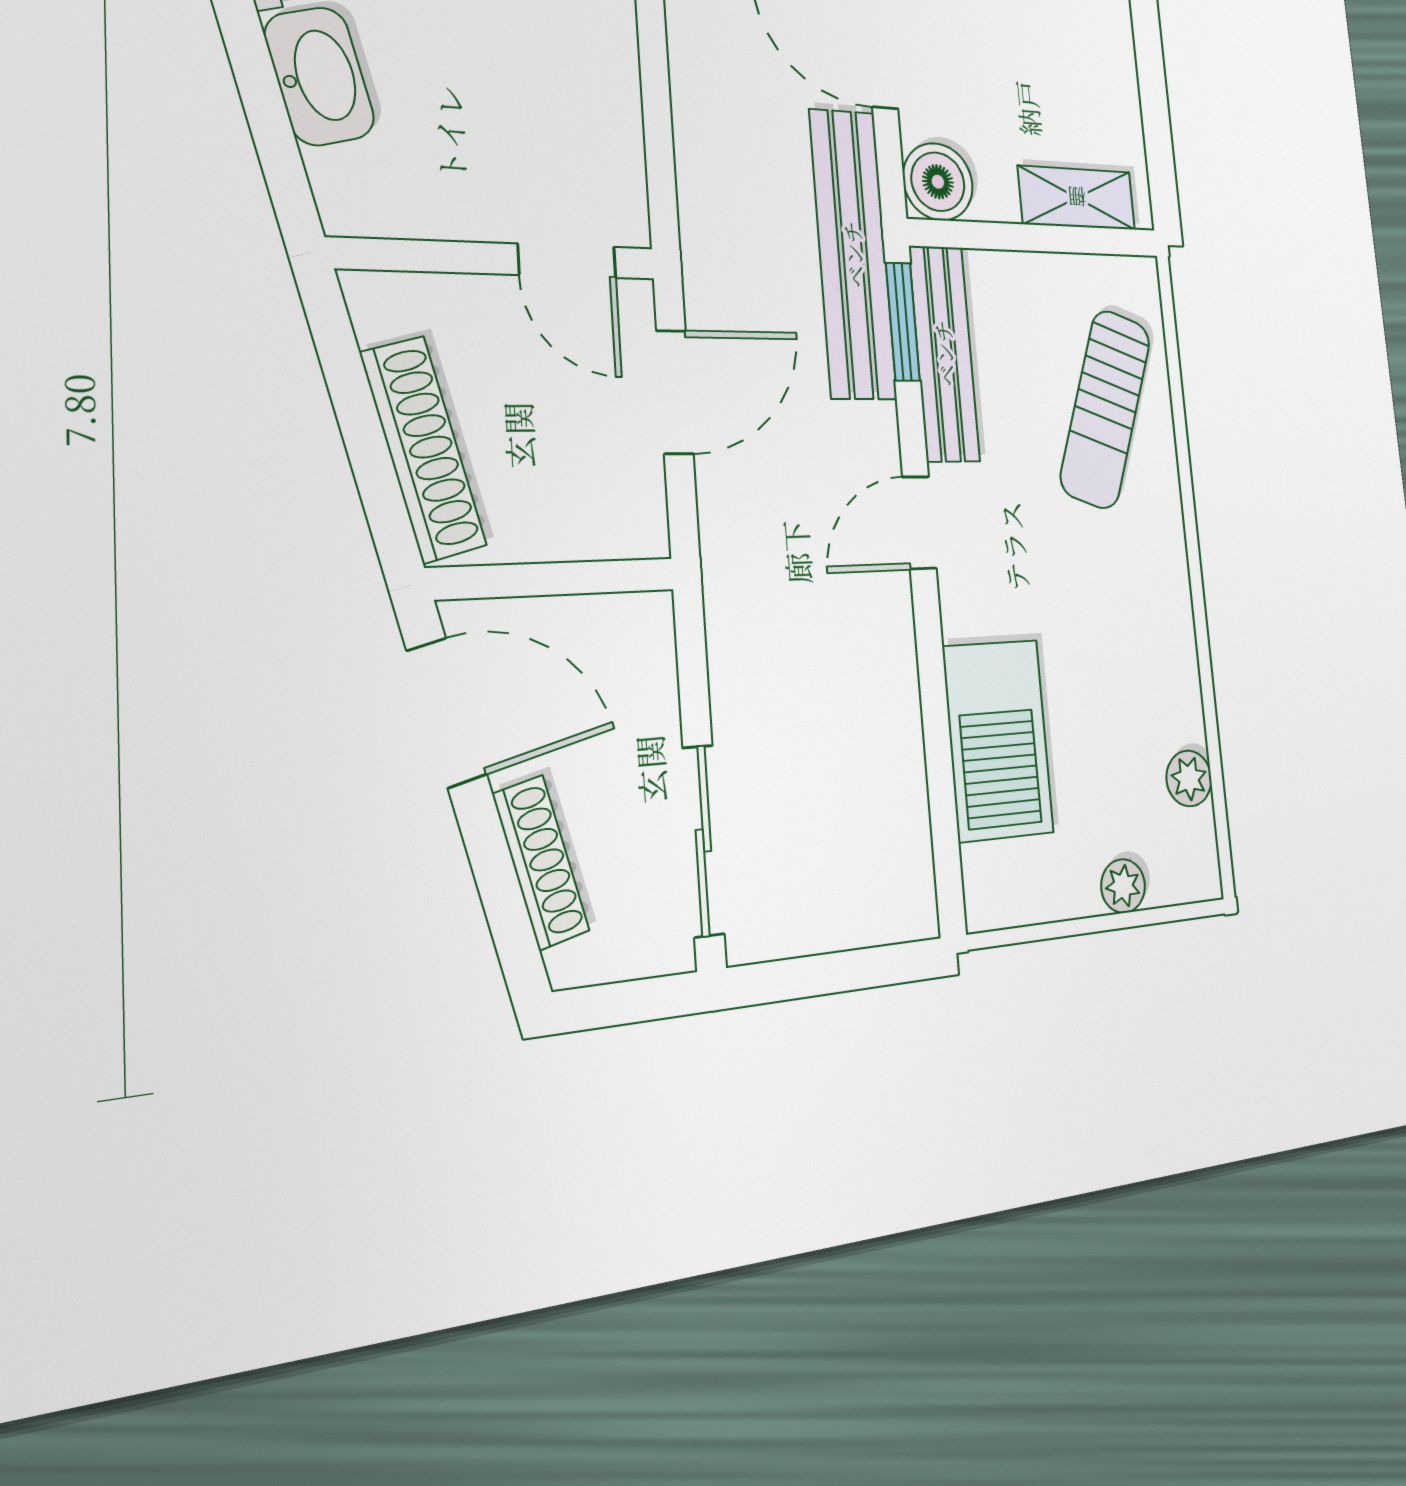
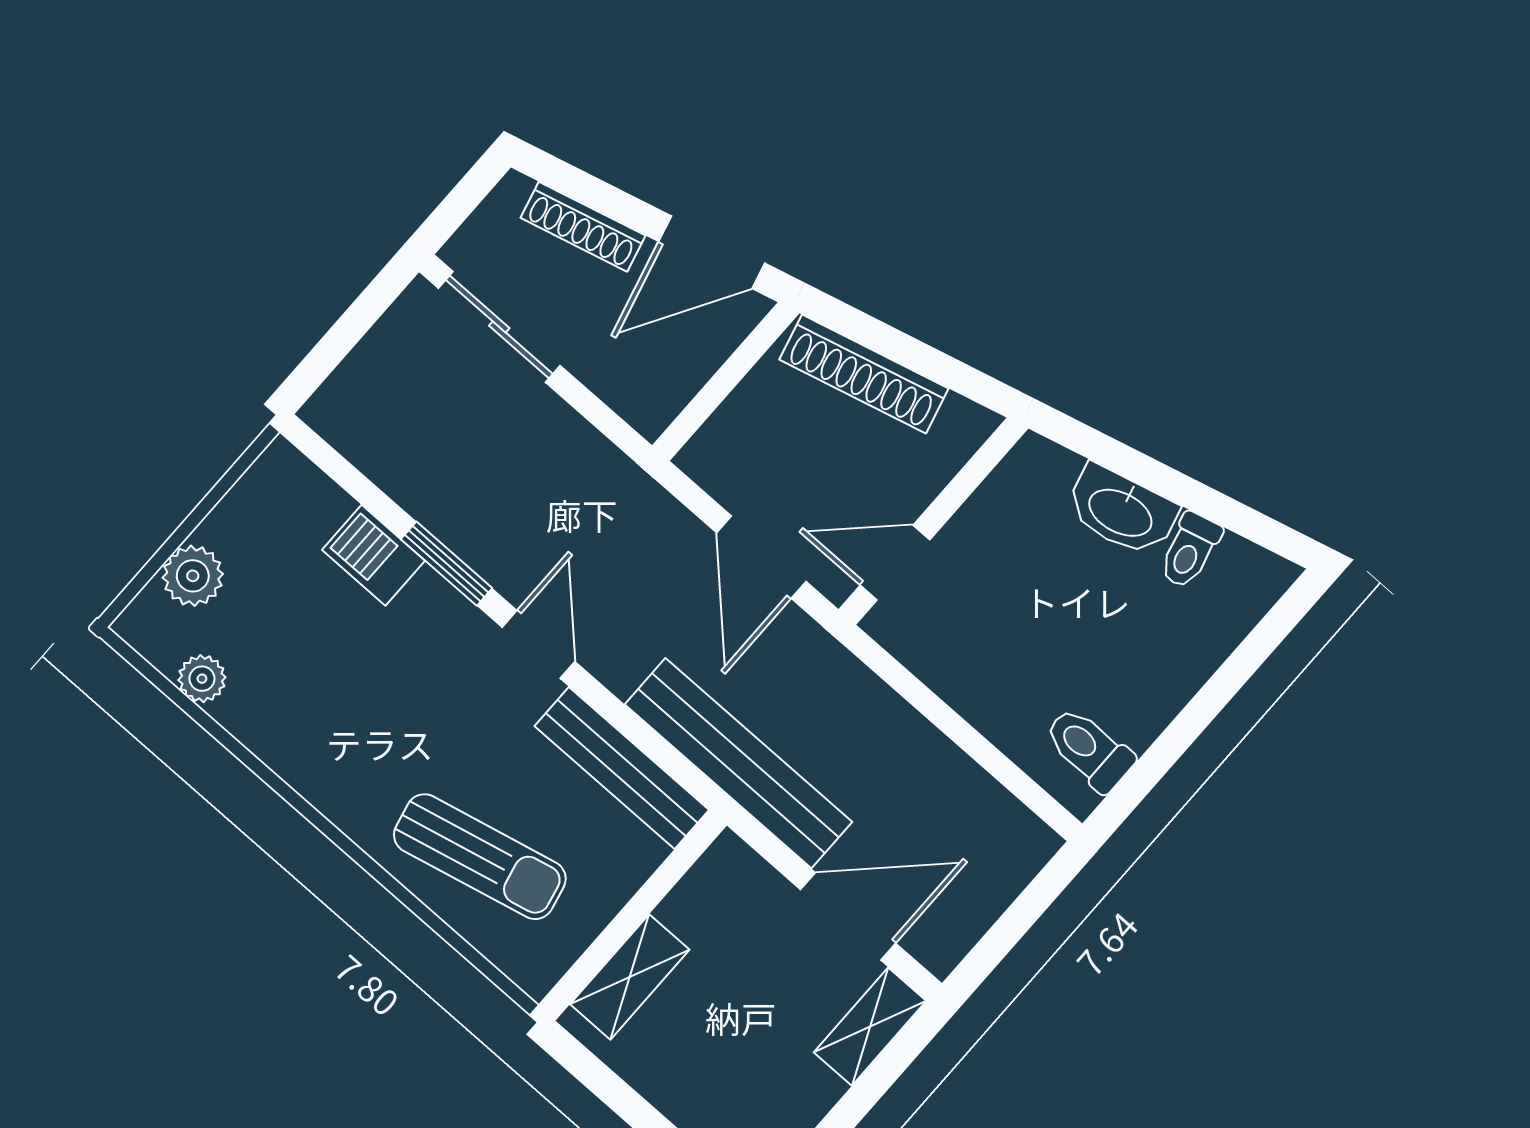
boiler: (938, 182) -> (730, 874), removed
window: (903, 322) -> (447, 564), moved
sun lounger: (1105, 409) -> (480, 857), turned 147
barbecue: (998, 740) -> (374, 555), width x0.53, depth x0.65
plant: (1123, 886) -> (193, 576), width x1.38, depth x1.38

